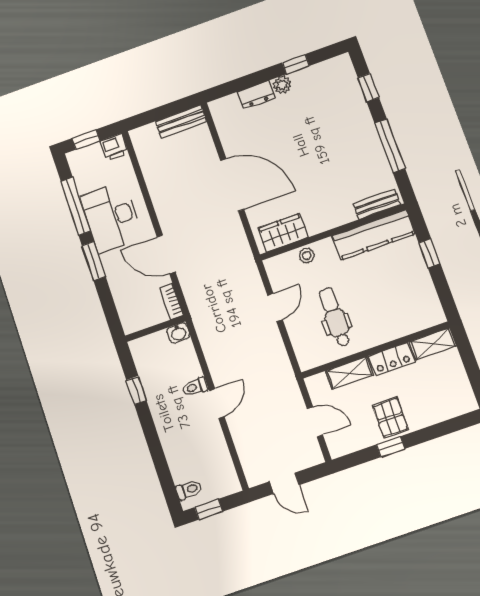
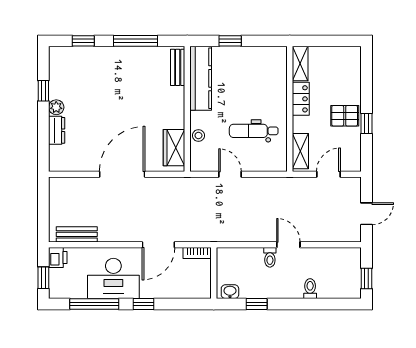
bench: (181, 122) -> (77, 234), moved, turned 90
window: (94, 261) -> (143, 304), width x0.67
washbasin: (178, 333) -> (230, 292), moved, turned -90
shelving: (350, 373) -> (300, 151), moved
toilet: (189, 490) -> (310, 289), moved

